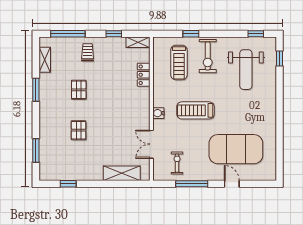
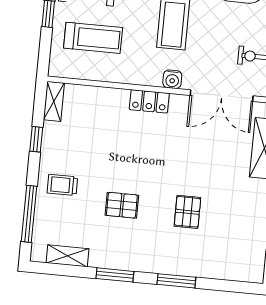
locker: (144, 75) -> (149, 101), moved
pallet: (79, 130) -> (187, 212), turned 90
double door: (151, 144) -> (222, 96), width x1.37
window: (36, 151) -> (176, 281), moved

